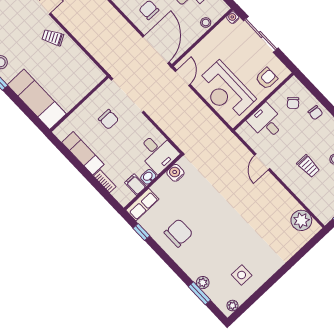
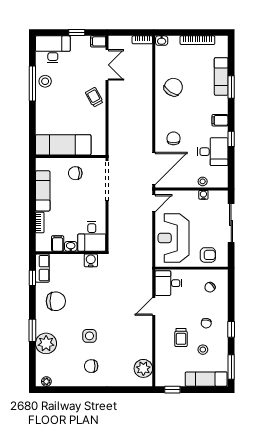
water cooler: (233, 18) -> (203, 195), moved
exam couch: (37, 99) -> (63, 145), moved, turned -90
chair: (315, 113) -> (206, 323), moved
chair: (108, 119) -> (75, 173), moved, turned 90
desk: (266, 122) -> (168, 283), moved, turned -90
row of seats: (142, 205) -> (42, 268), moved, turned -90
chair: (257, 259) -> (91, 366), added
side table: (242, 275) -> (89, 336), moved
plant: (203, 283) -> (46, 343), width x1.87, depth x1.87
window: (199, 293) -> (32, 330), moved

